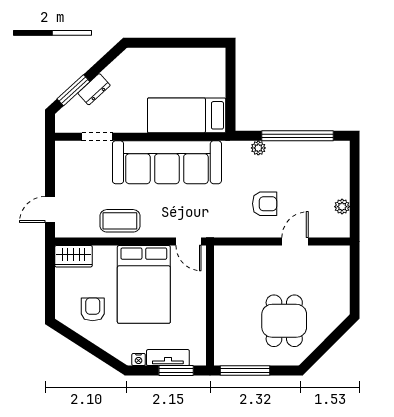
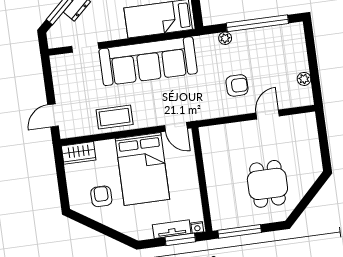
nightstand: (139, 360) -> (197, 227), moved

